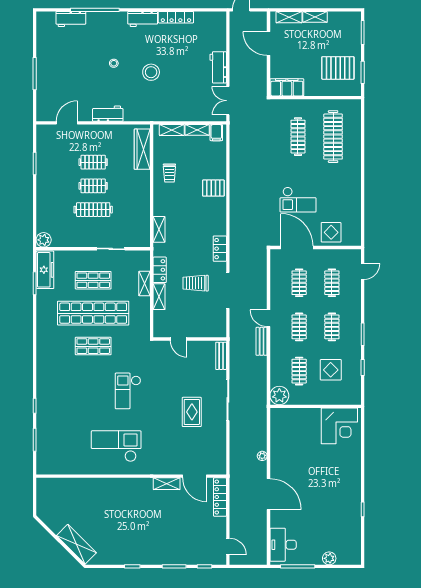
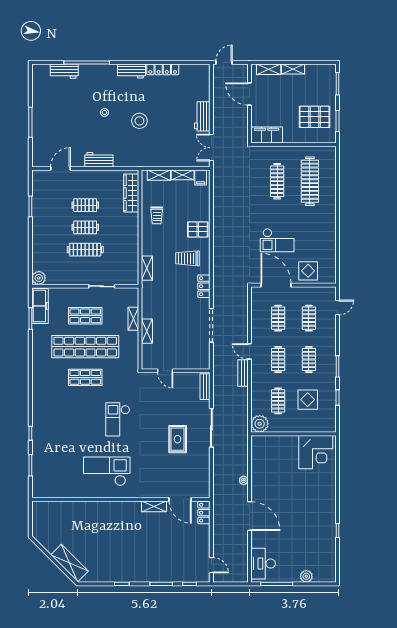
locker: (160, 270) -> (147, 306), removed
trolley: (196, 283) -> (188, 258), moved
locker: (220, 497) -> (204, 513), width x0.66

